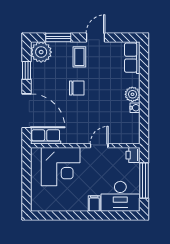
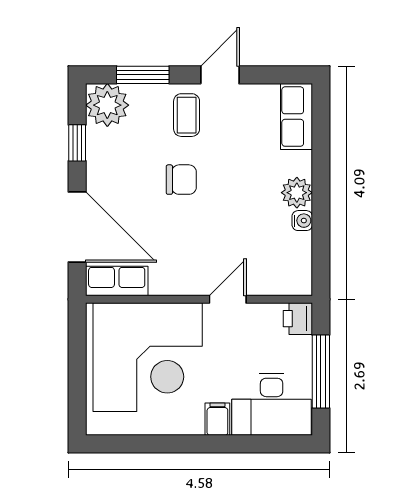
corner desk: (61, 167) -> (148, 357), width x1.36, depth x1.36

